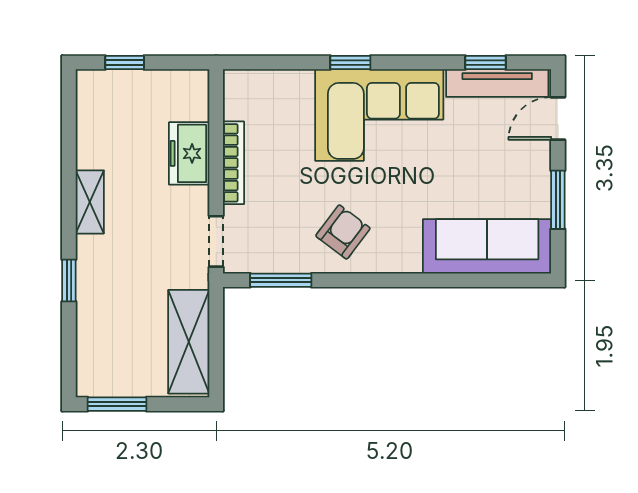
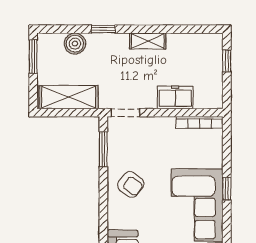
bookcase: (233, 163) -> (200, 122), moved
boiler: (94, 331) -> (75, 44), added

